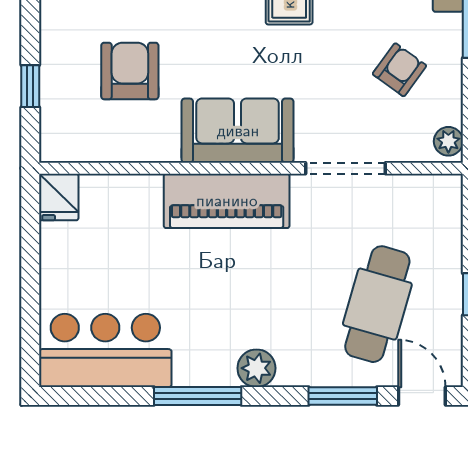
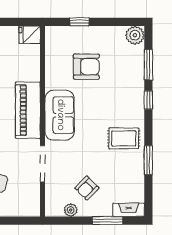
armchair: (399, 70) -> (87, 188), turned 99
plant: (448, 141) -> (71, 210), moved

